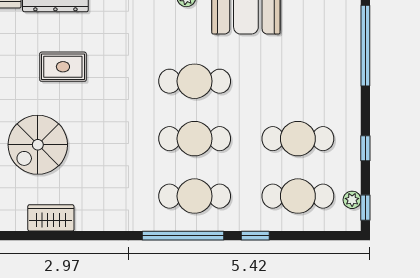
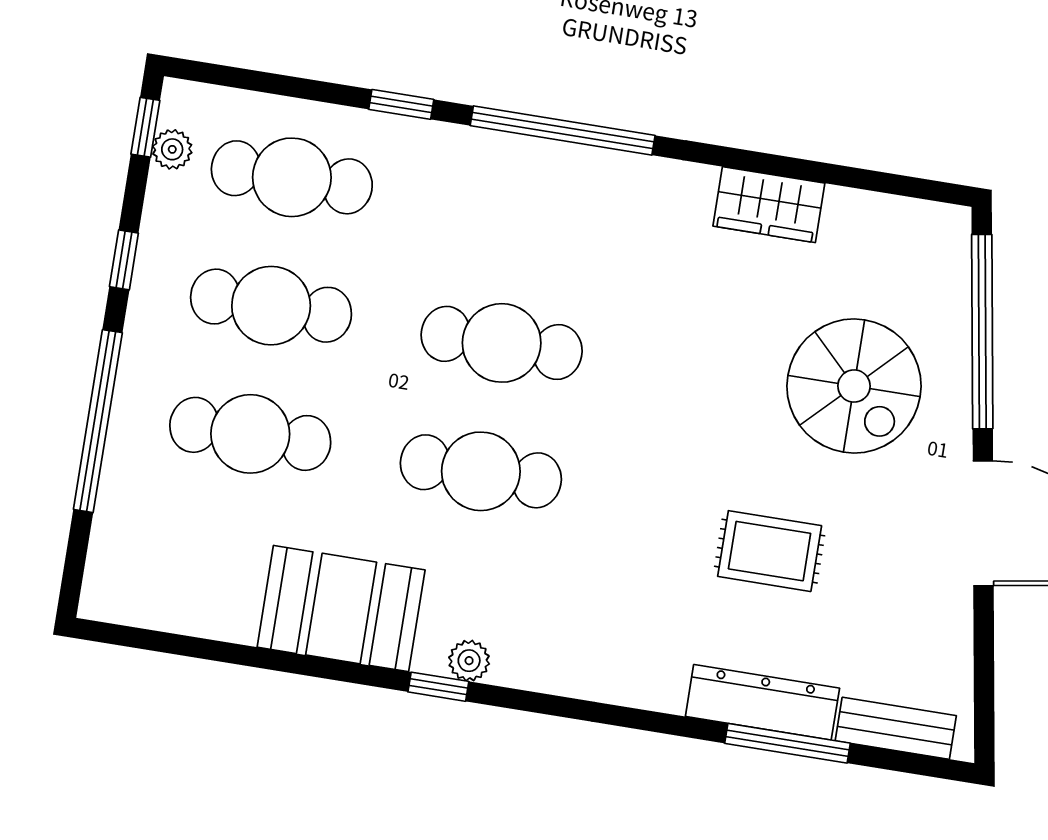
window: (365, 46) -> (98, 421), moved
spiral stairs: (38, 145) -> (854, 386), turned 90
cafe table: (195, 196) -> (250, 434), moved
wardrobe: (51, 218) -> (769, 205), moved

